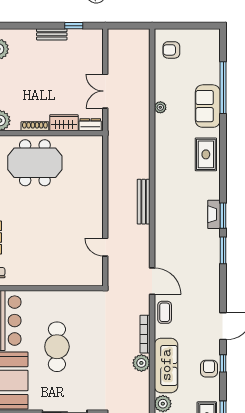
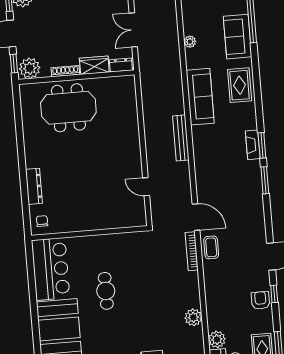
bookcase: (145, 334) -> (192, 251), moved
cafe table: (57, 347) -> (106, 291), width x0.73, depth x0.74
plant: (141, 363) -> (193, 317), moved
sofa: (166, 365) -> (200, 97), moved

